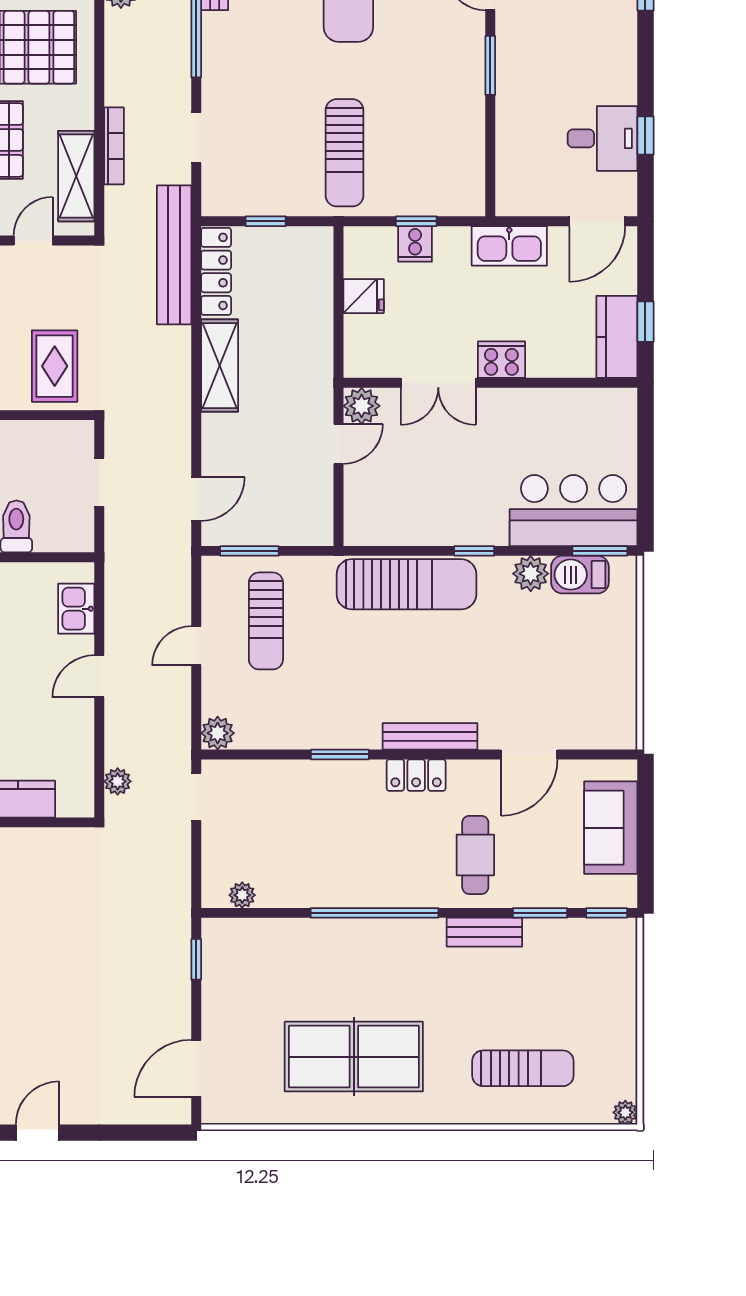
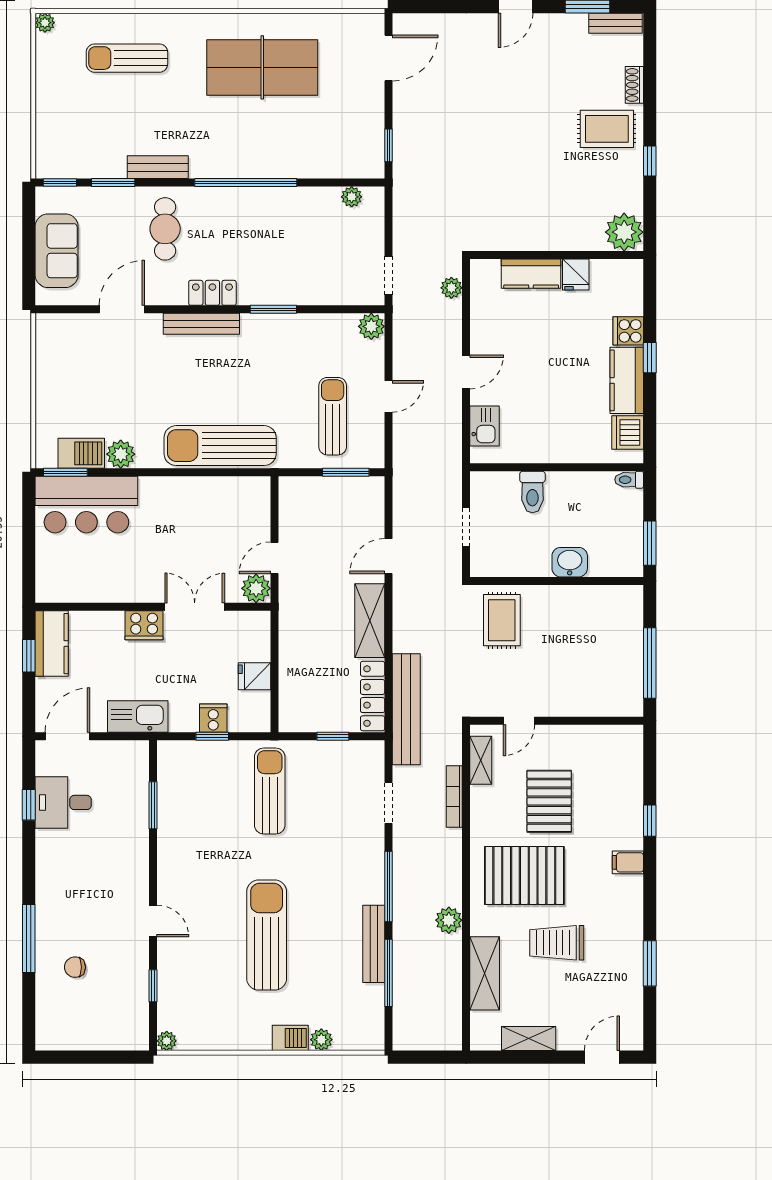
window: (490, 65) -> (153, 805), moved
shelving: (76, 176) -> (481, 760), width x0.67, depth x0.75
door: (196, 499) -> (388, 556), moved
window: (474, 551) -> (166, 472), removed

